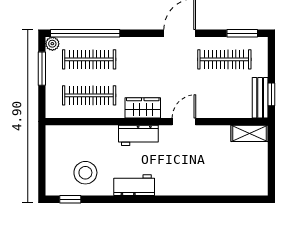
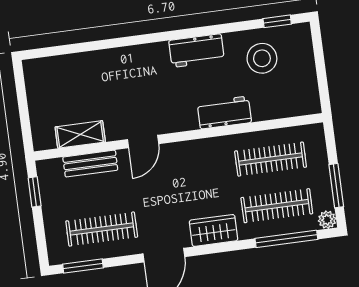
window: (85, 33) -> (286, 239), width x0.68
bench: (260, 98) -> (90, 164), moved, turned 90
wardrobe: (143, 108) -> (213, 230), moved, turned 180
shelving: (250, 133) -> (80, 134), moved
workbench: (138, 135) -> (224, 113), moved

